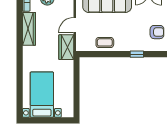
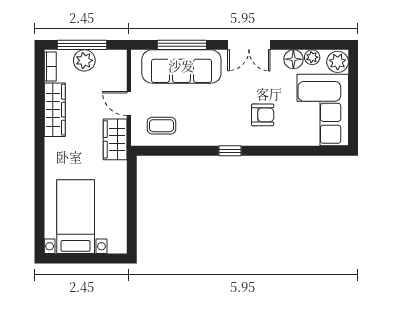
door: (75, 25) -> (129, 104), hinge flipped
coffee table: (105, 42) -> (161, 126), moved

